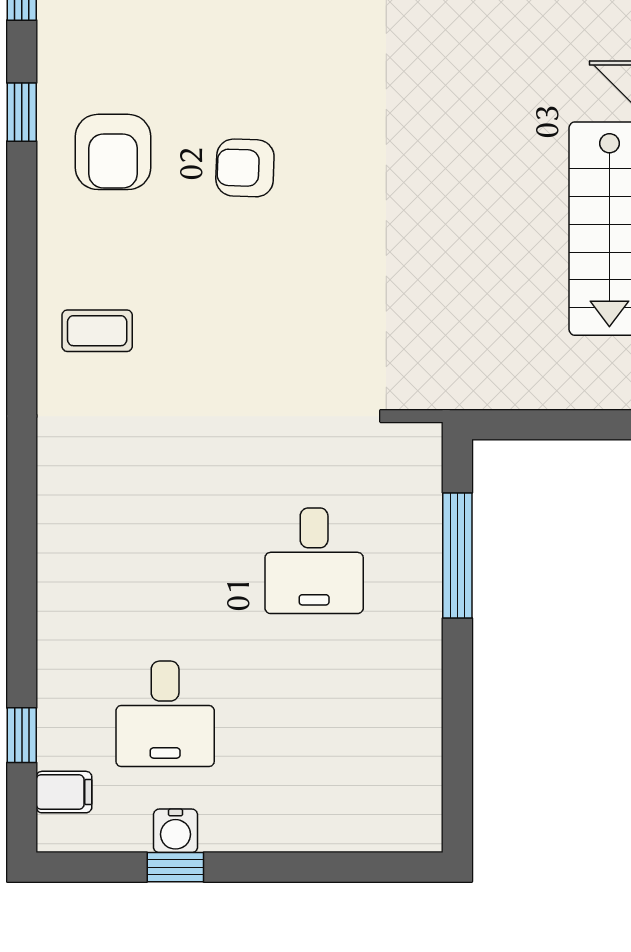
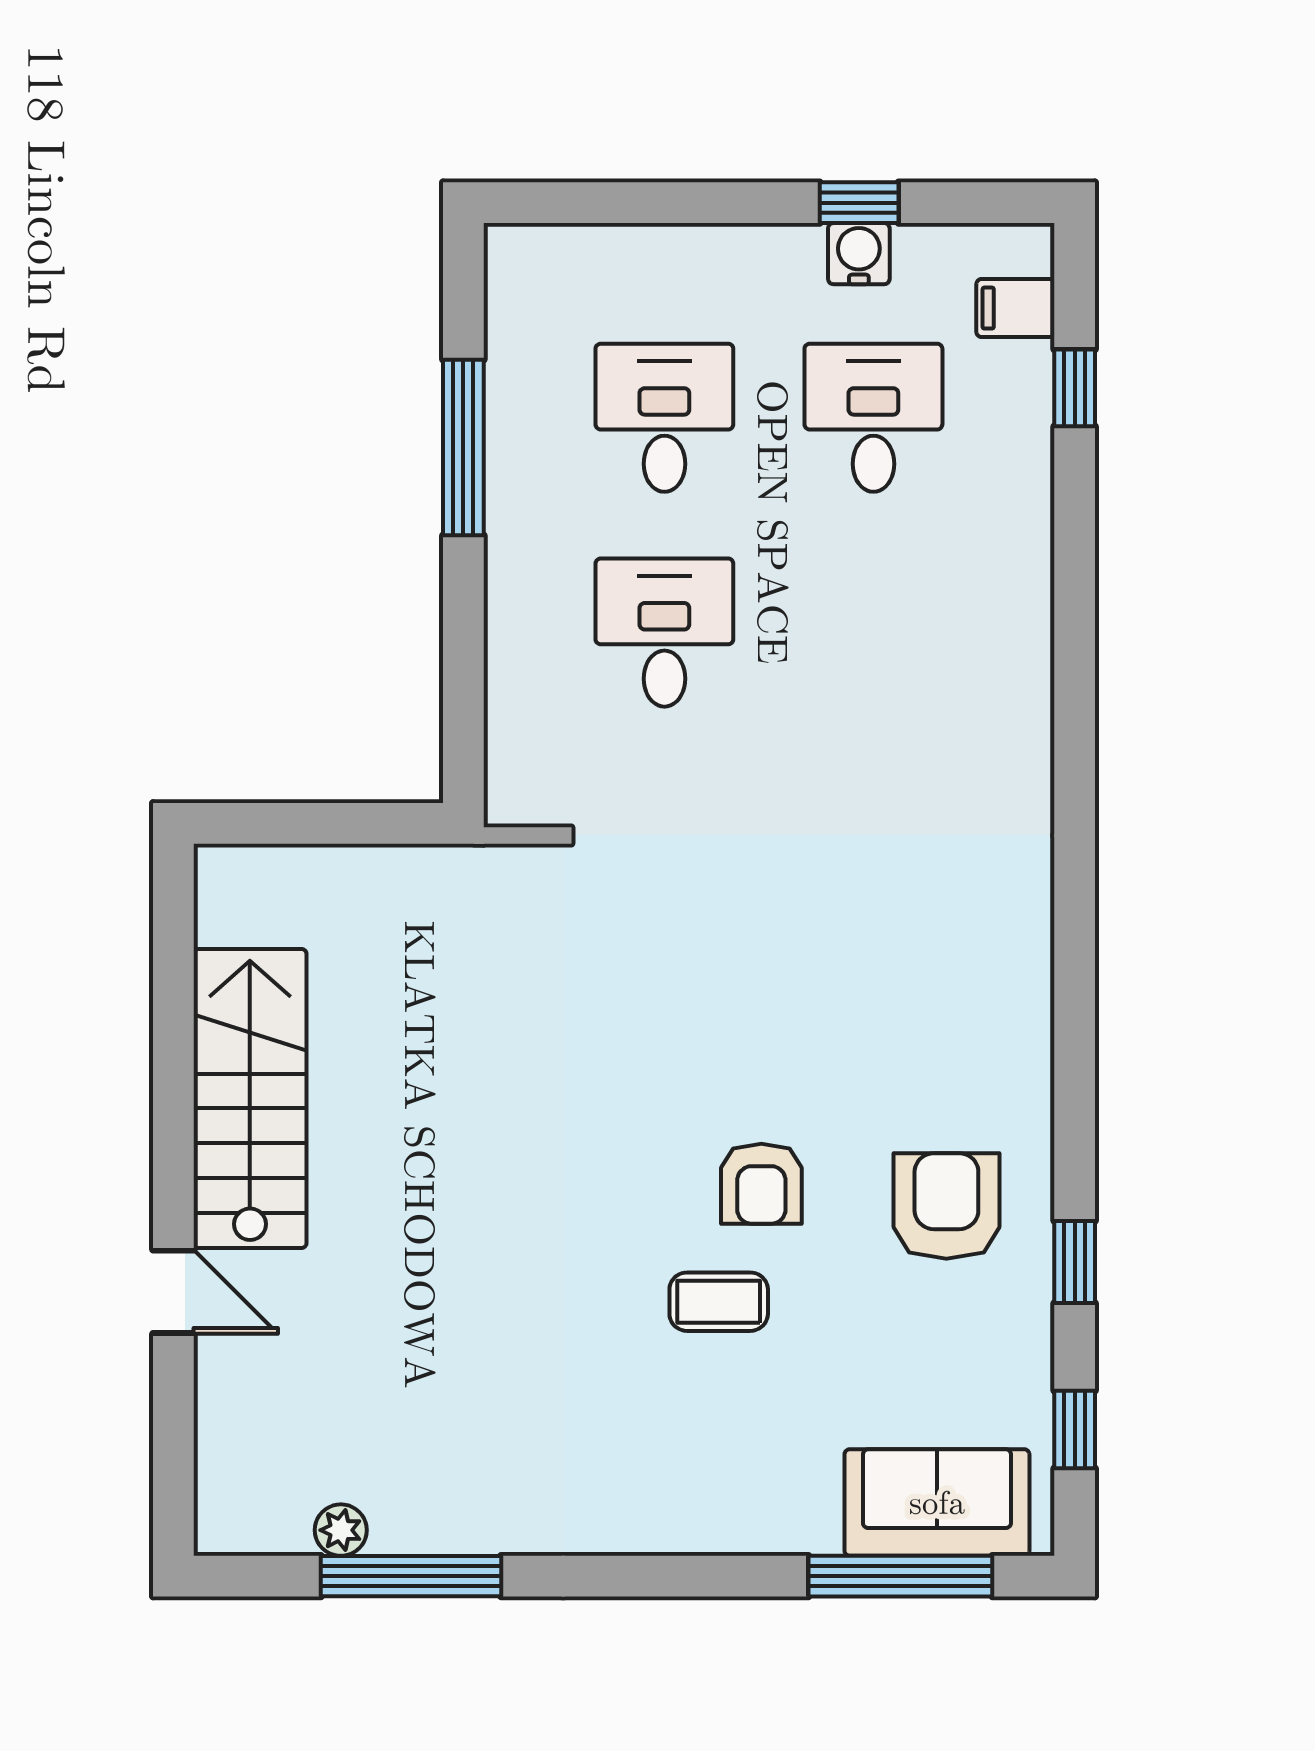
armchair: (245, 168) -> (761, 1184), turned 88
coffee table: (97, 331) -> (719, 1302), moved
window: (457, 555) -> (463, 447), moved
desk: (314, 714) -> (664, 418), added

